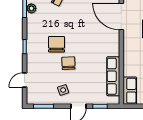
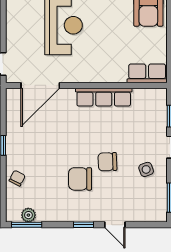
row of seats: (113, 76) -> (104, 97), moved
door: (25, 80) -> (115, 225), moved

